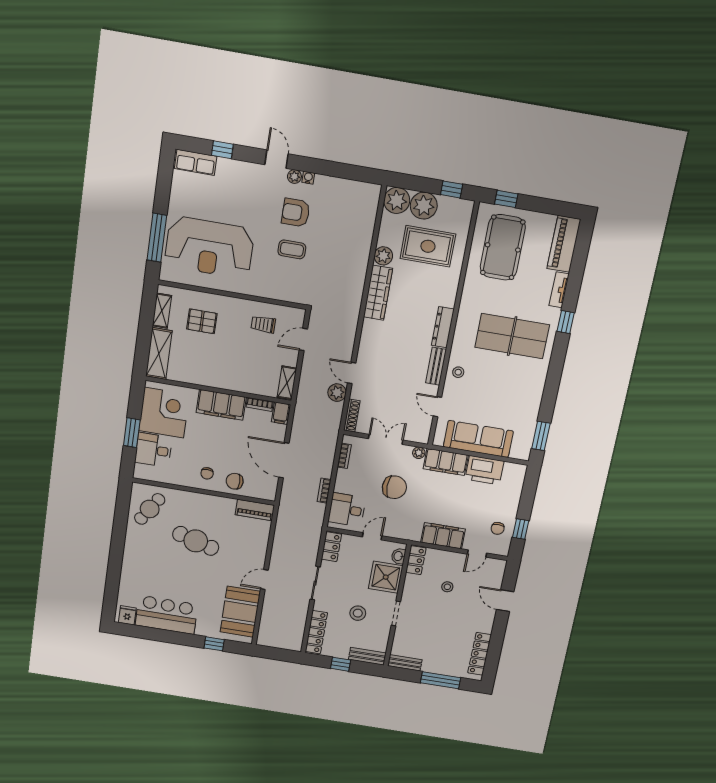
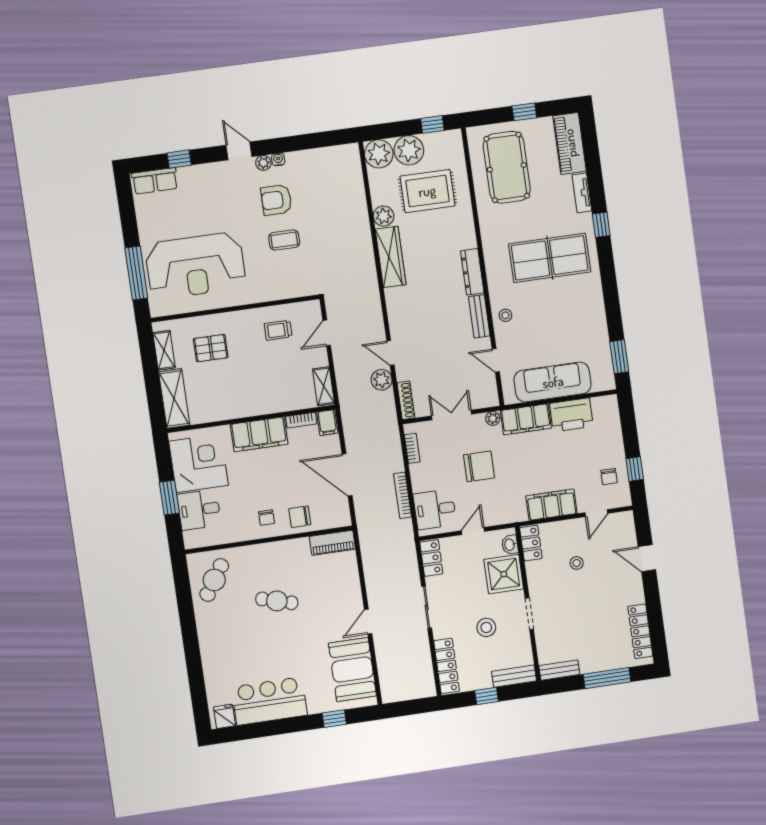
window: (506, 199) -> (524, 112), moved
bookcase: (324, 491) -> (403, 495), width x1.56
cafe table: (196, 541) -> (277, 601), width x0.73, depth x0.74

